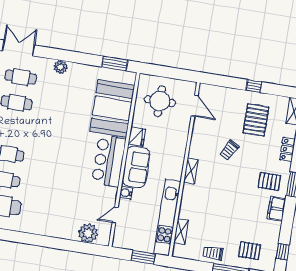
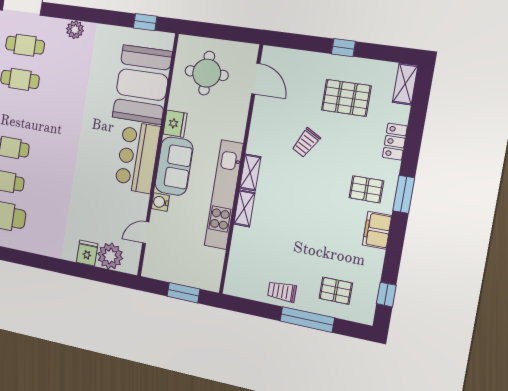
window: (115, 63) -> (145, 22), width x0.67
pallet: (256, 120) -> (346, 98), turned 90
kitchen unit: (167, 218) -> (224, 195), moved
shelving: (181, 231) -> (244, 208), moved
fridge: (70, 232) -> (87, 253), added

